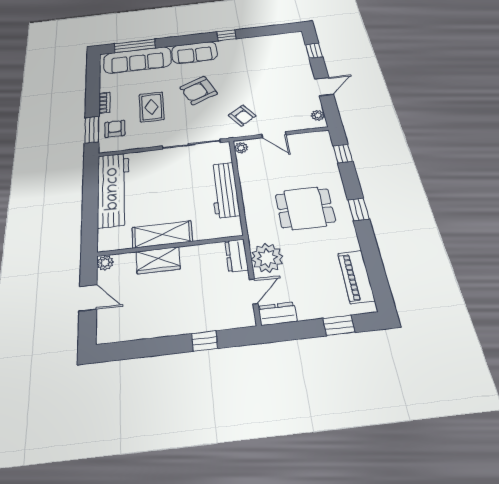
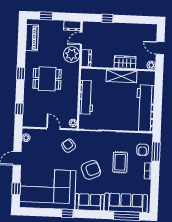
corner sofa: (264, 58) -> (48, 189), added

